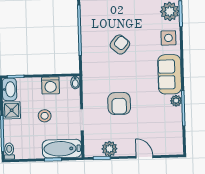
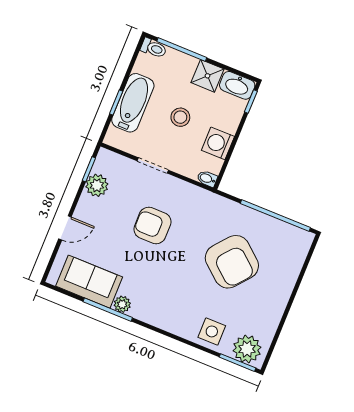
armchair: (120, 45) -> (232, 262), width x1.88, depth x1.88
sofa: (170, 74) -> (89, 282), moved
bathtub: (62, 149) -> (133, 103), moved

